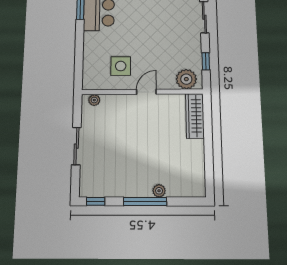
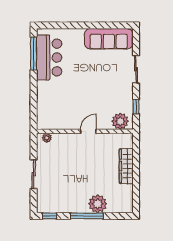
side table: (121, 66) -> (68, 110), removed
wardrobe: (195, 116) -> (126, 166), moved
plant: (159, 191) -> (98, 204), width x1.88, depth x1.88

